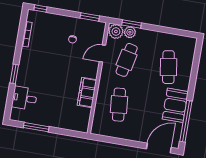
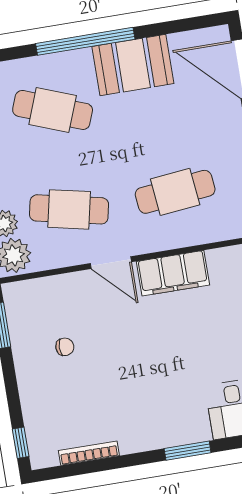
door: (102, 54) -> (111, 263), moved
cafe table: (168, 67) -> (53, 110), turned 30
window: (186, 121) -> (85, 41), moved

